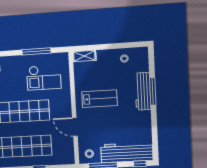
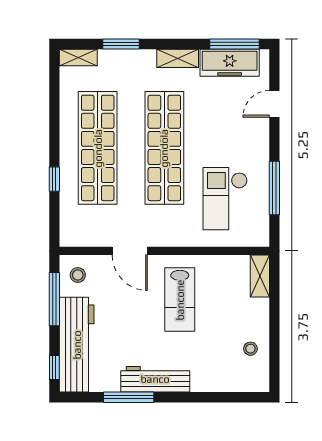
workbench: (143, 91) -> (155, 379), moved
window: (153, 91) -> (129, 397), moved
door: (75, 127) -> (130, 251), swing flipped

